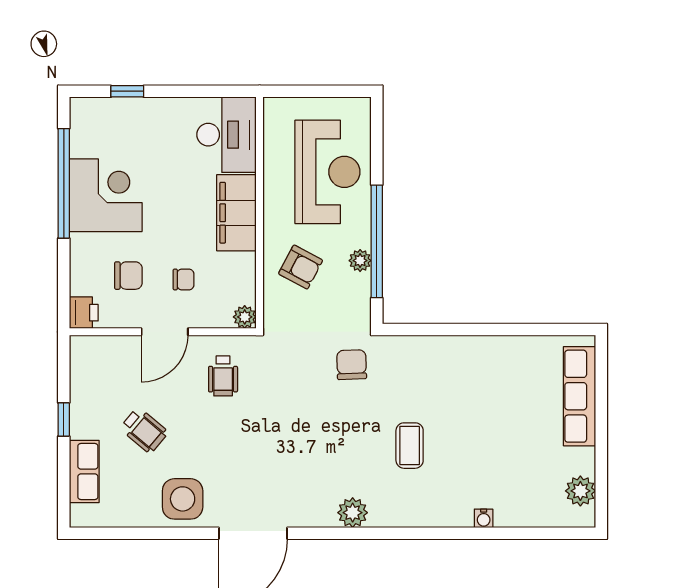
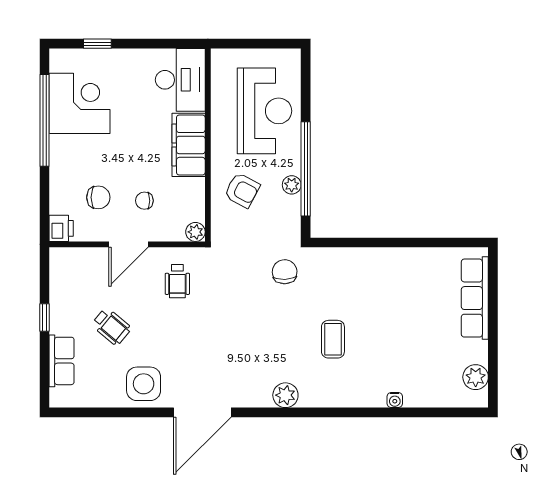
corner desk: (106, 195) -> (79, 103), moved
chair: (184, 279) -> (144, 201), turned 180

